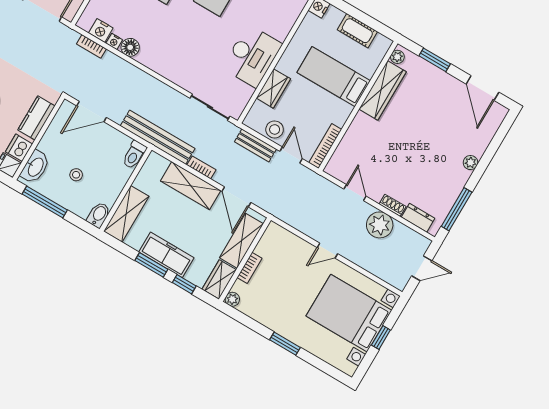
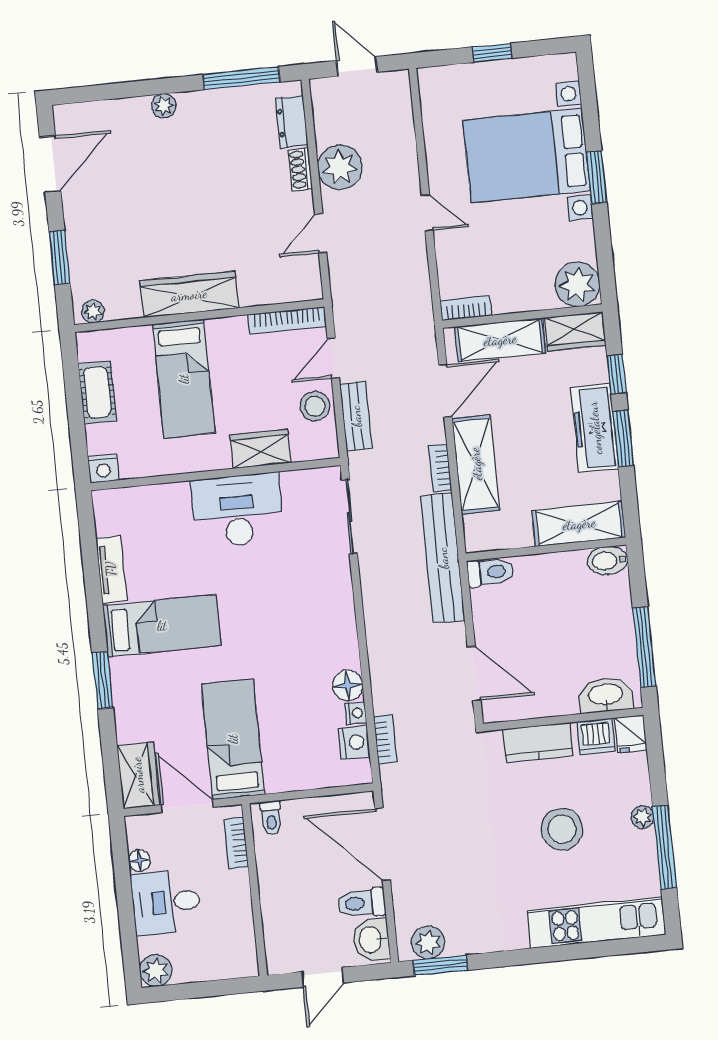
wardrobe: (382, 90) -> (189, 295), moved
stool: (76, 175) -> (576, 632), removed
bookcase: (249, 268) -> (466, 308), moved
plant: (232, 299) -> (577, 284), width x1.88, depth x1.88
bed with nightstands: (349, 313) -> (526, 156), moved, turned 90

